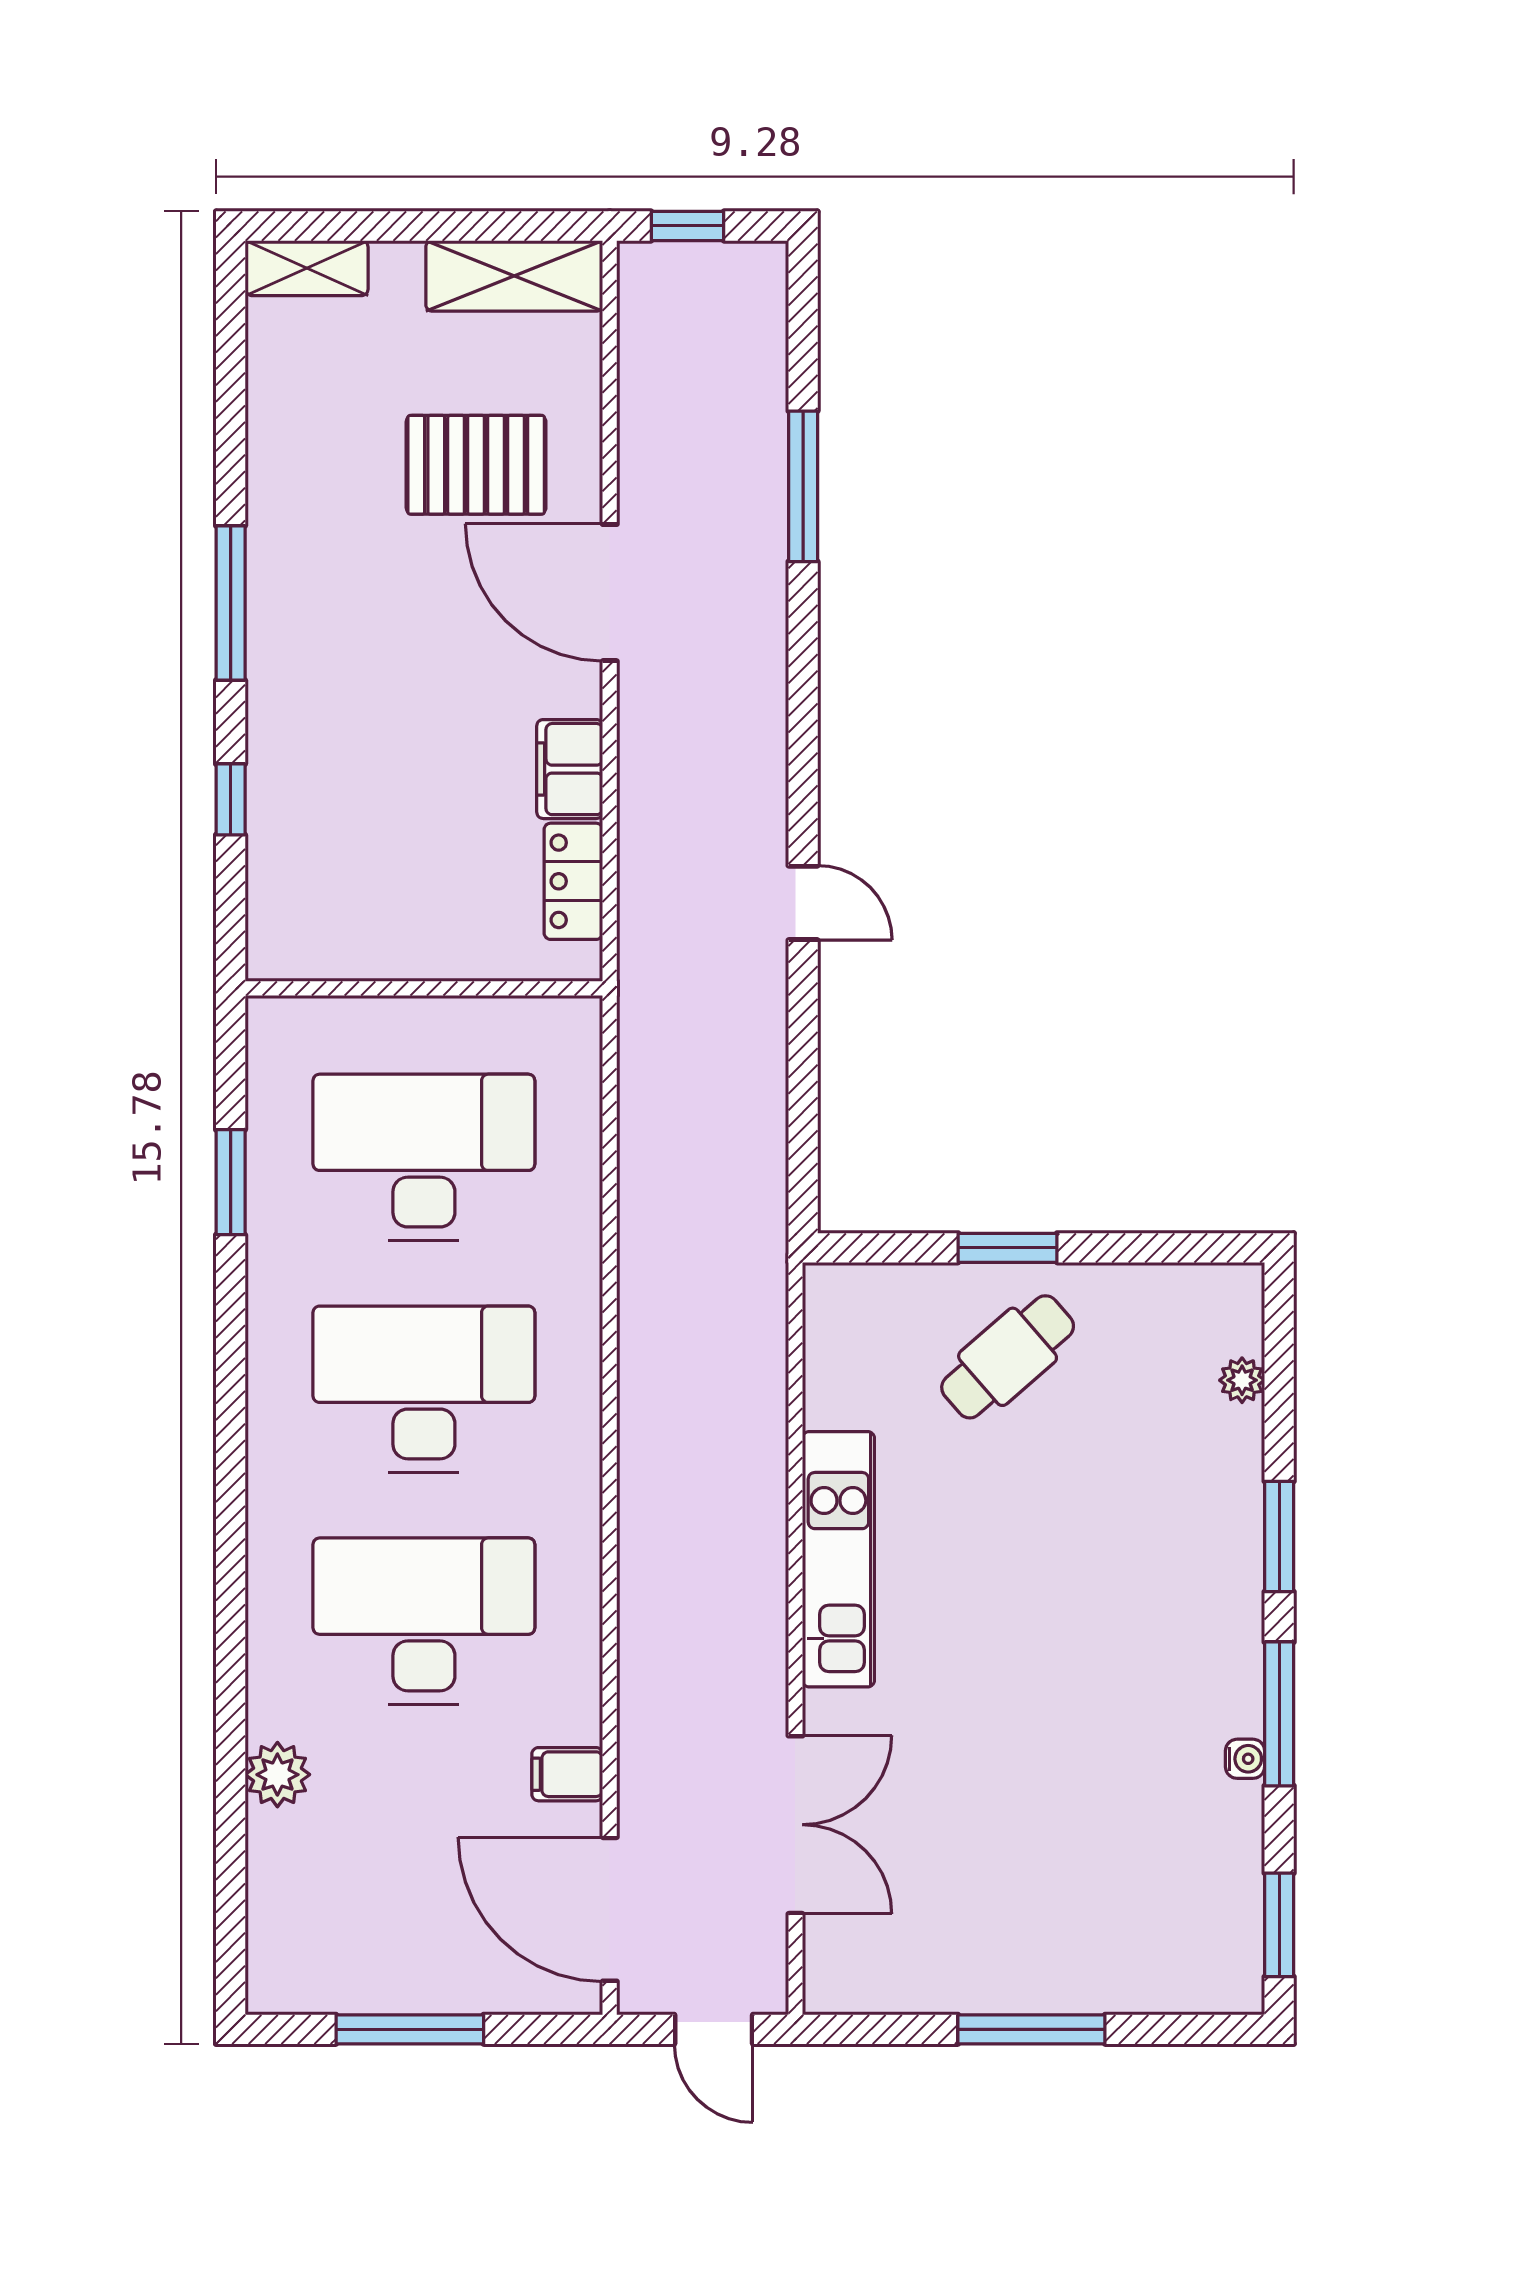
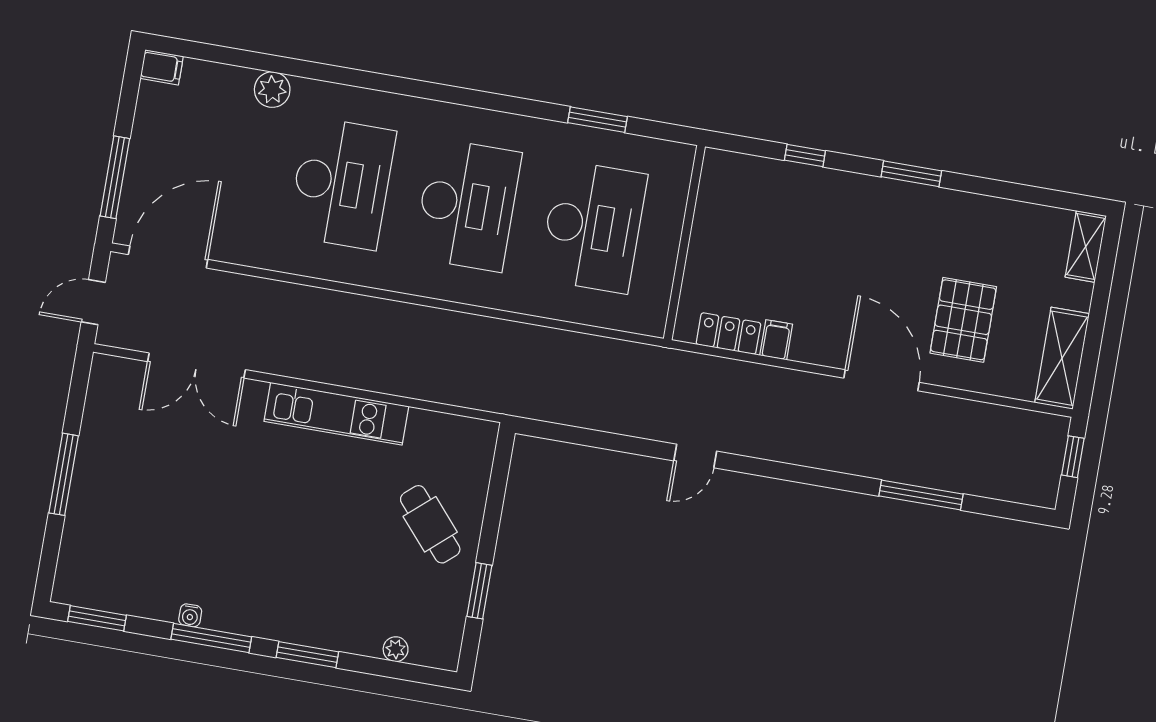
door: (610, 593) -> (882, 380), hinge flipped
window: (231, 603) -> (911, 174), width x0.69
filing cabinet: (570, 769) -> (776, 340), width x0.50
window: (1008, 1248) -> (479, 591), moved
filing cabinet: (567, 1774) -> (162, 67), moved, turned 90
window: (410, 2029) -> (115, 177), moved

